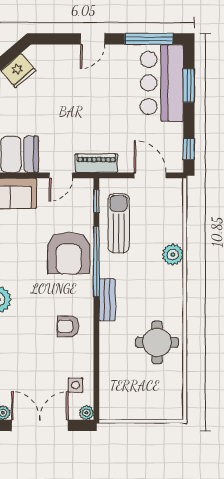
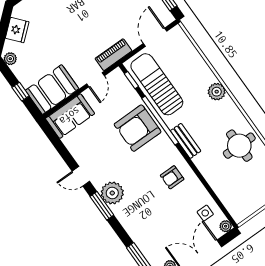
door: (150, 175) -> (155, 37), hinge flipped
sun lounger: (119, 223) -> (157, 84), width x1.36, depth x1.34
armchair: (69, 253) -> (138, 128), turned 90
plant: (173, 254) -> (217, 92), moved

